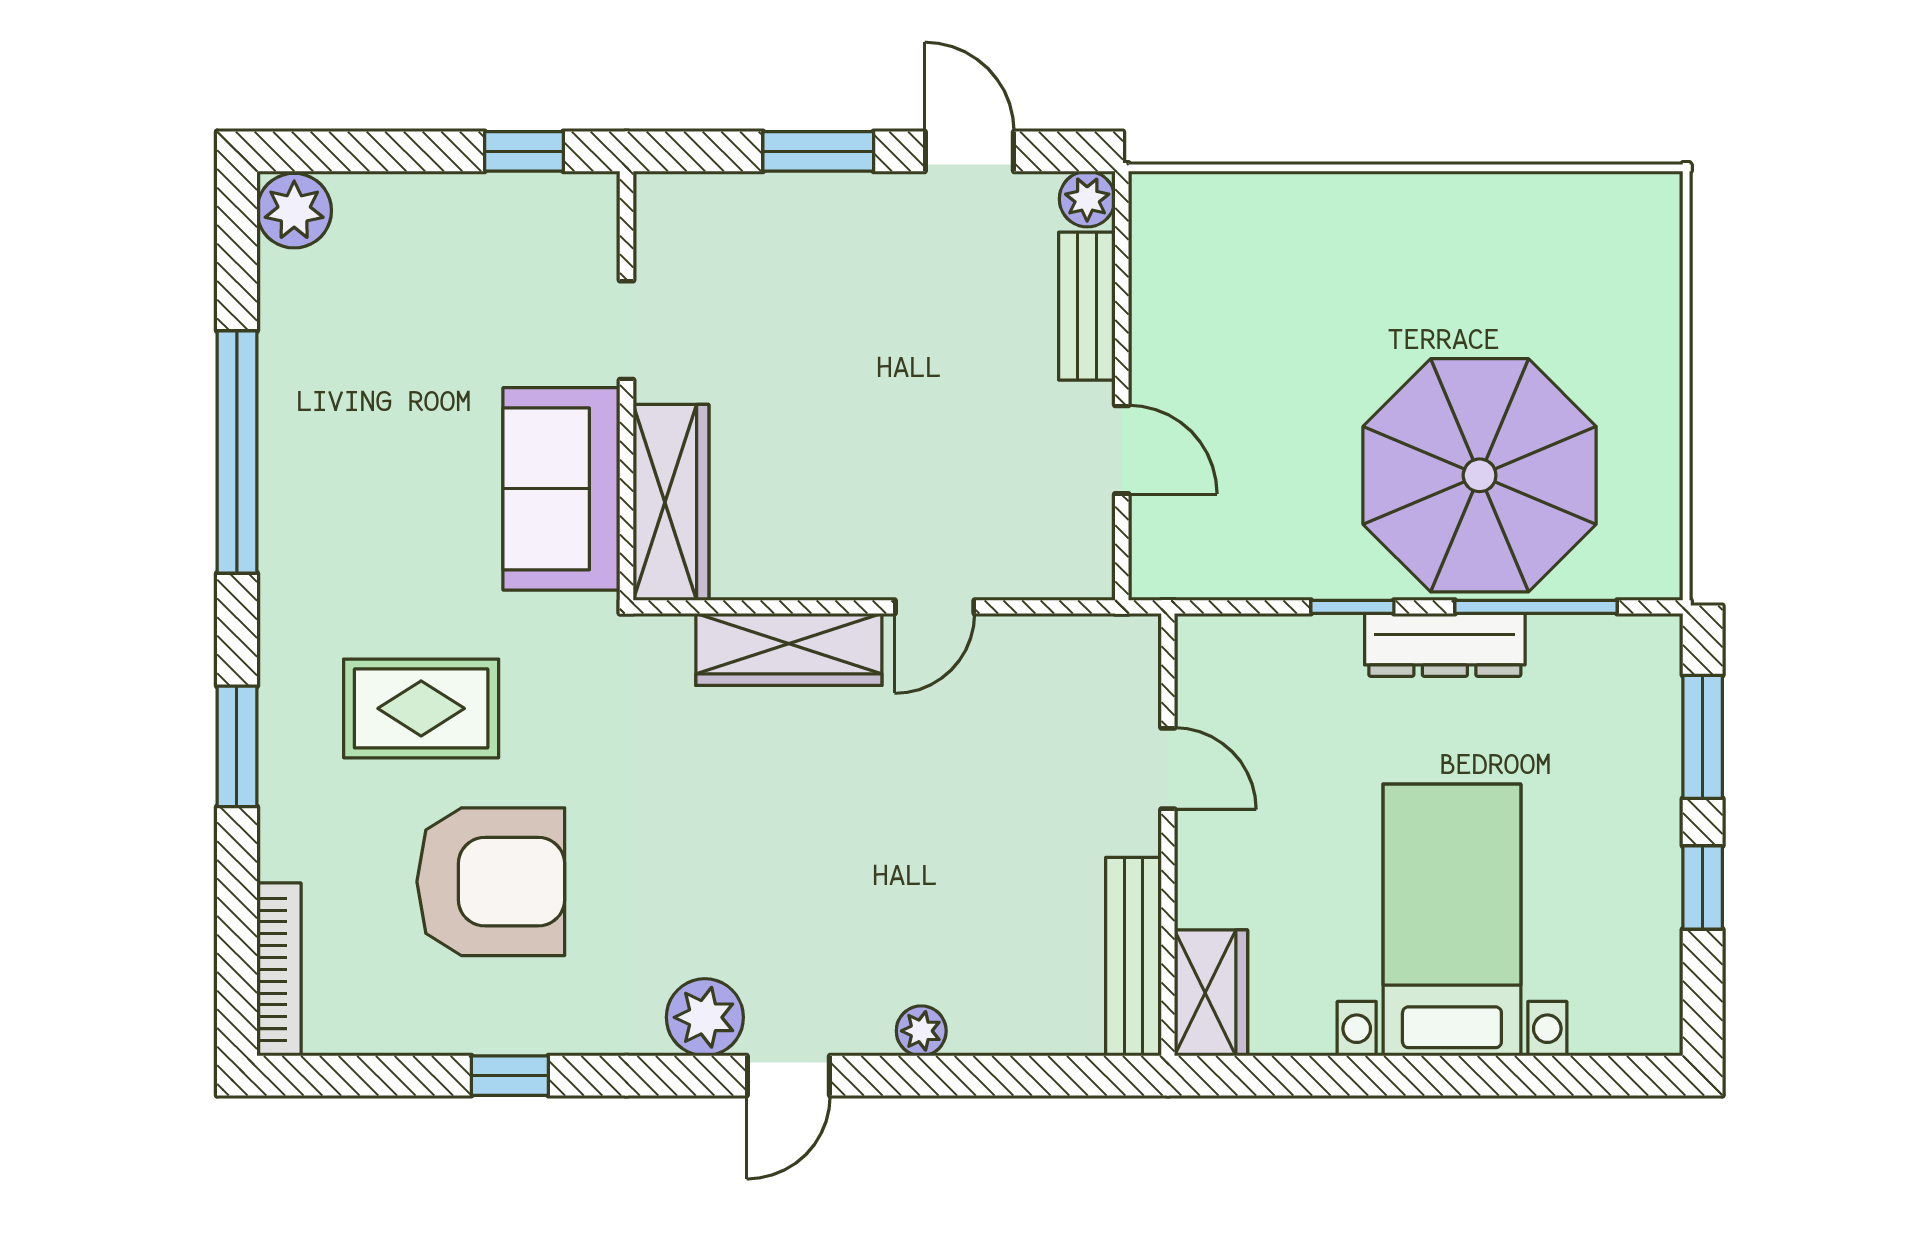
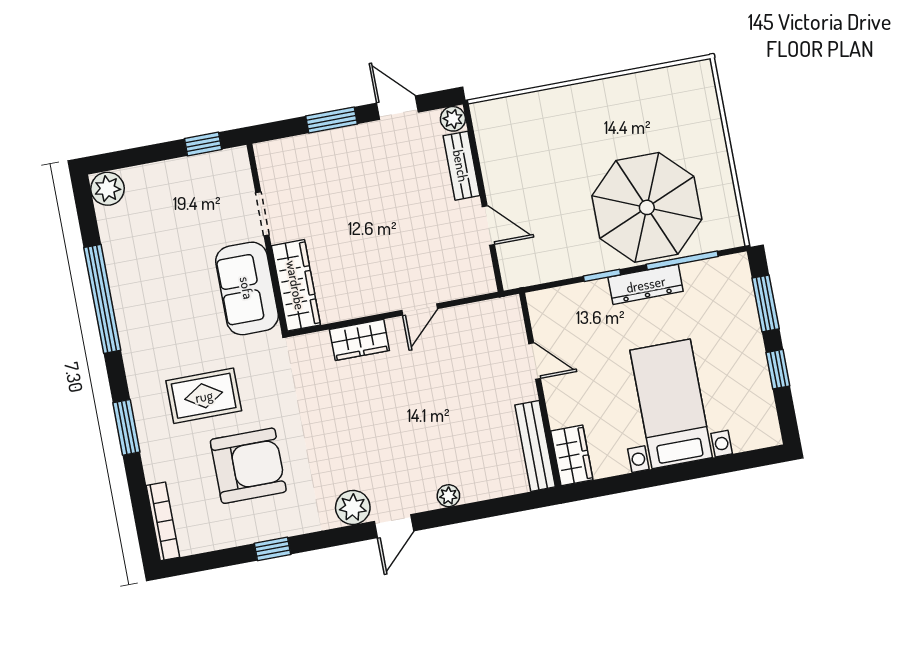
wardrobe: (789, 649) -> (359, 340), width x0.67

